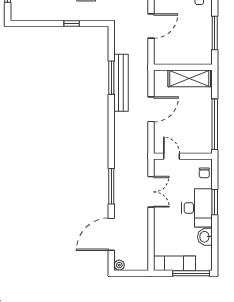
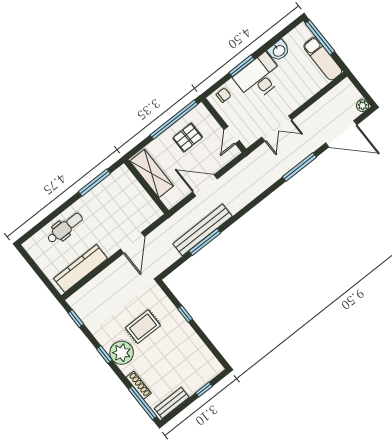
door: (151, 26) -> (132, 243), swing flipped
pallet: (194, 124) -> (188, 138), added
double door: (151, 192) -> (277, 128), swing flipped

